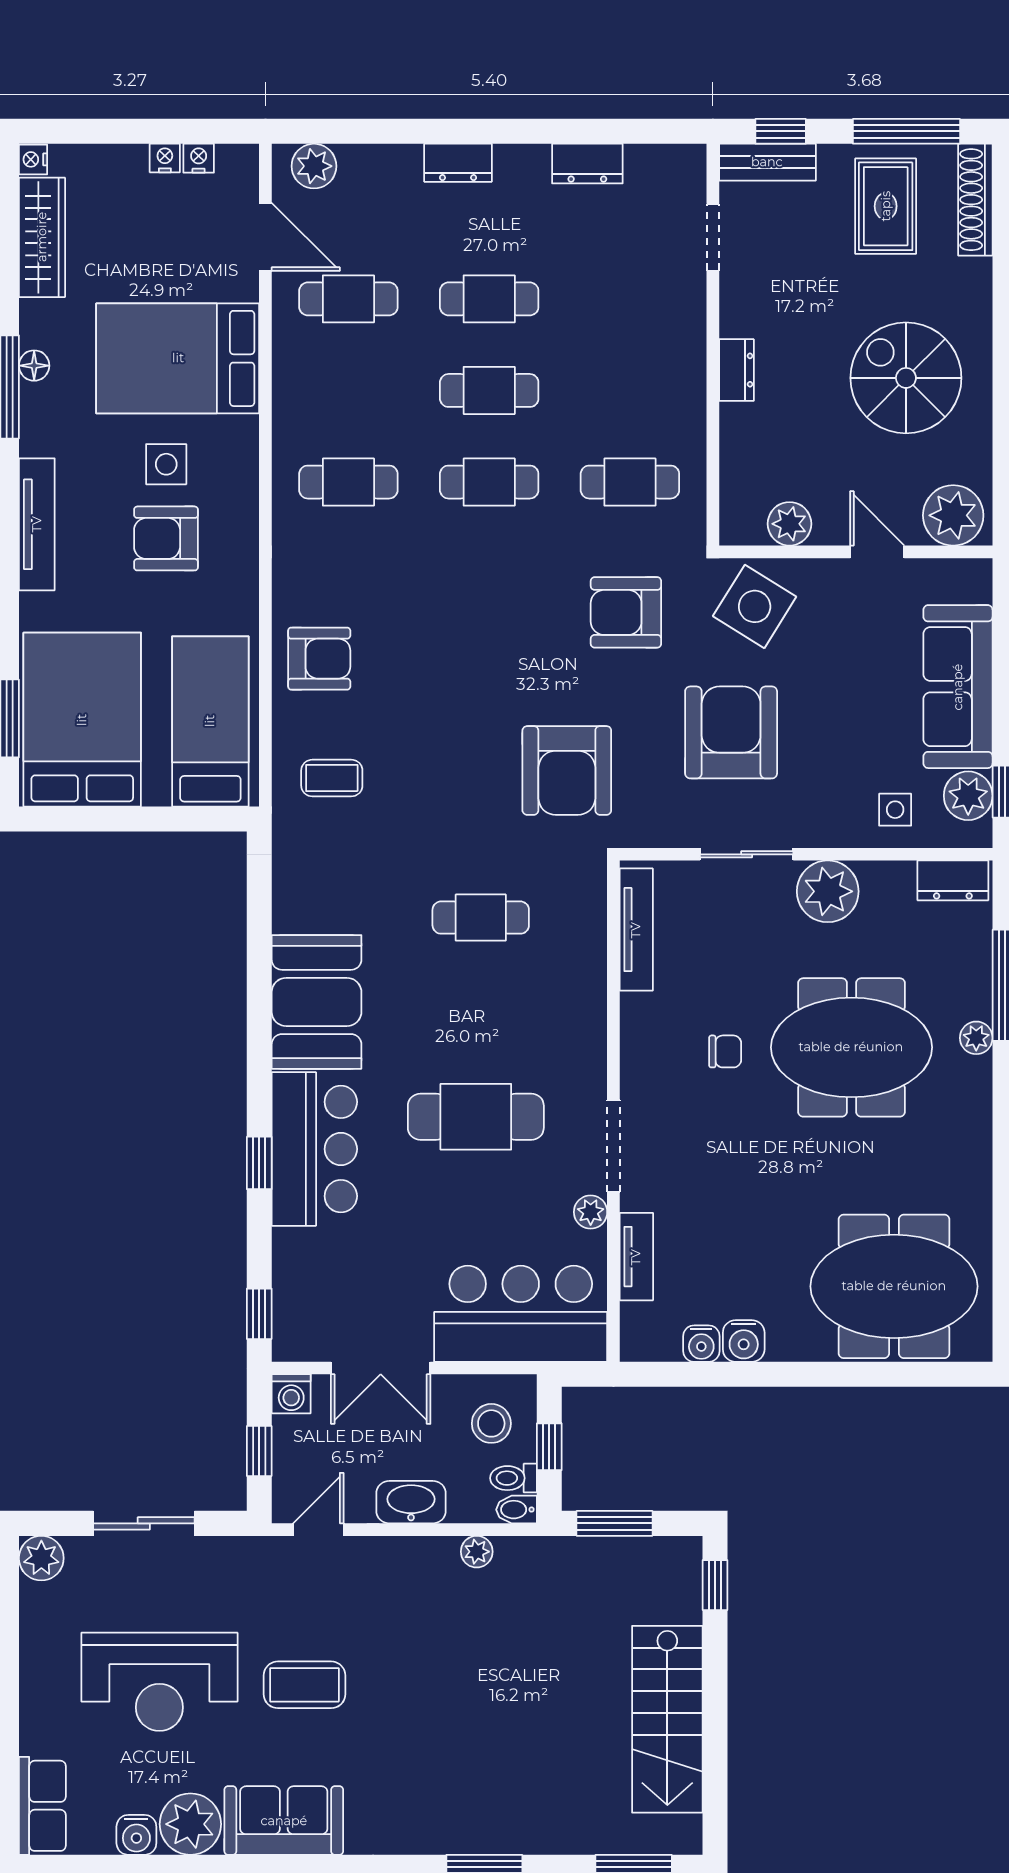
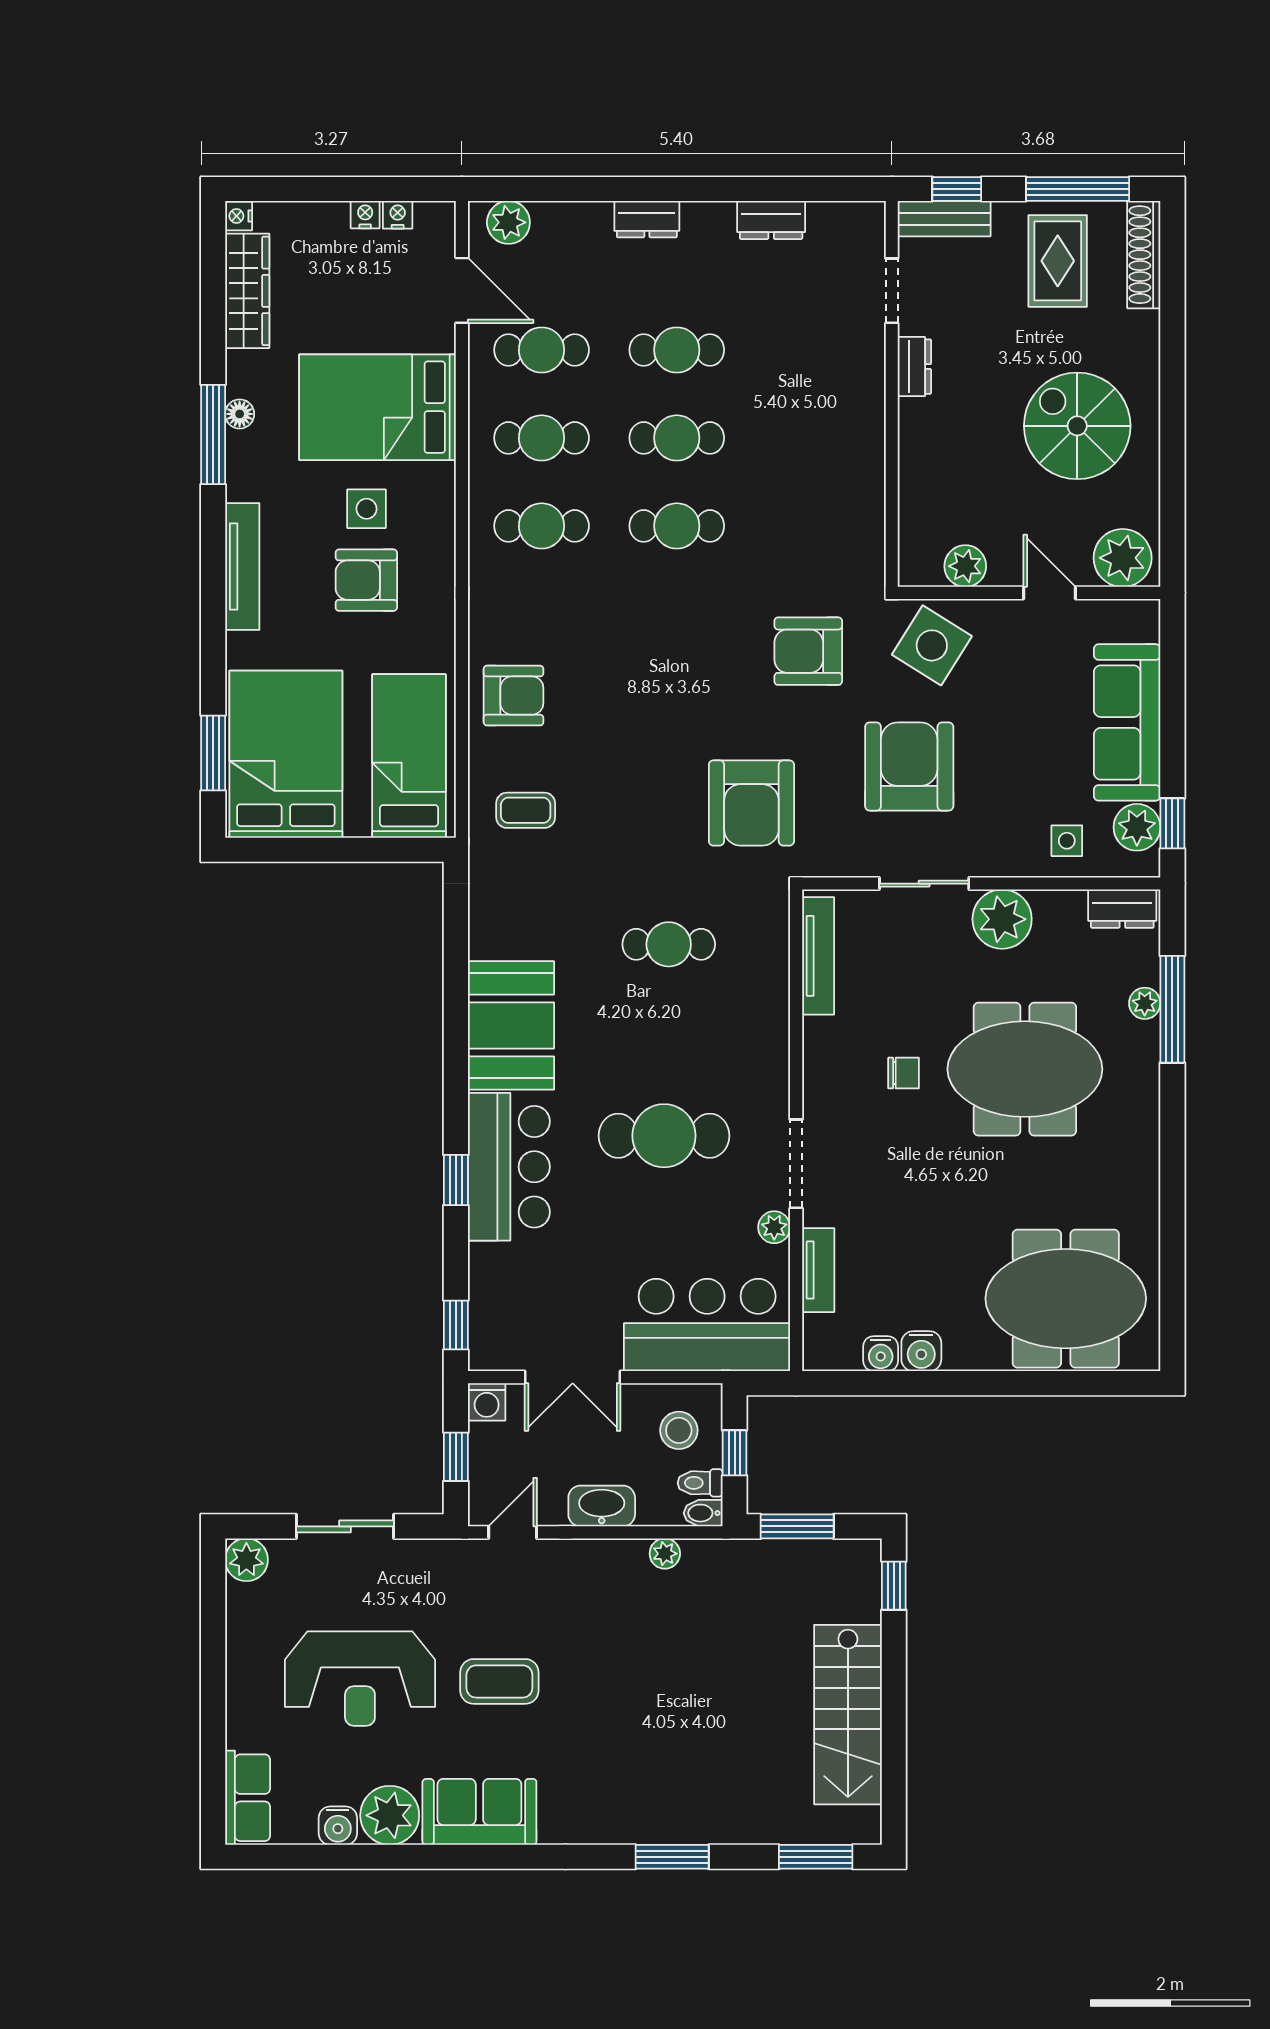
dresser: (736, 370) -> (914, 367), moved
cafe table: (630, 482) -> (542, 438), moved
plant: (976, 1038) -> (1145, 1003), moved

